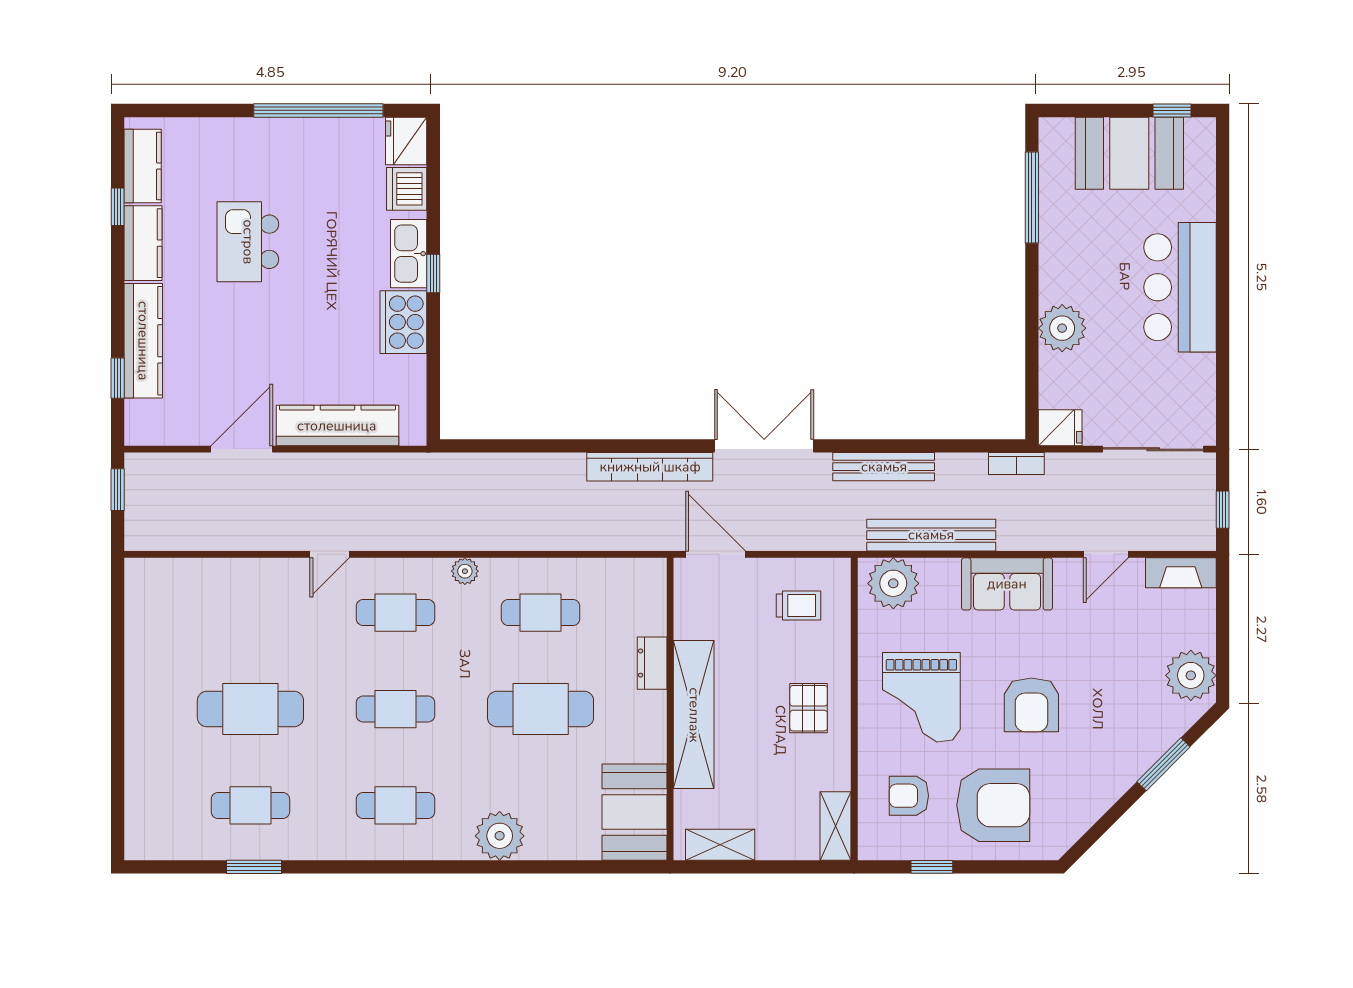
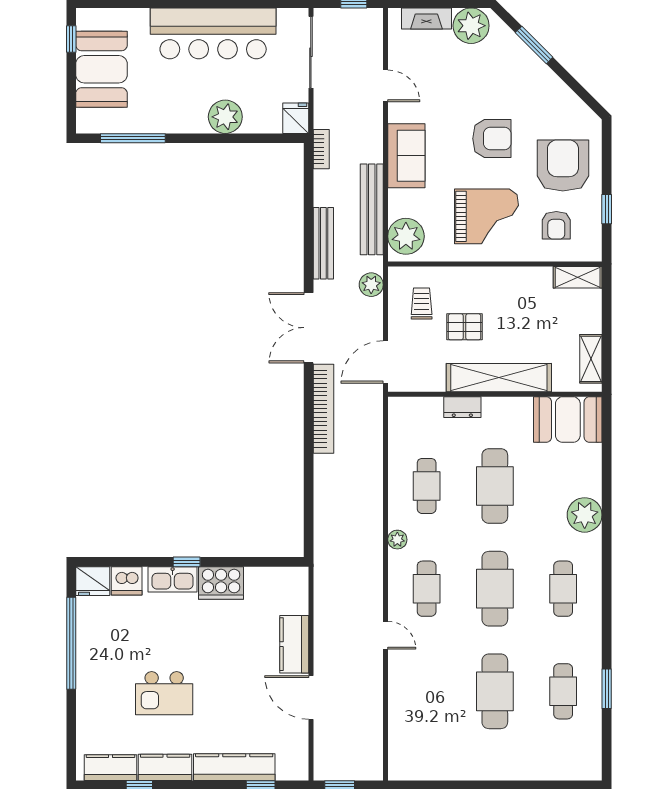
bar counter: (1180, 287) -> (213, 33), width x1.36
kitchen counter: (337, 426) -> (294, 644), width x0.67
plant: (825, 534) -> (371, 285), added
fireplace: (1181, 573) -> (426, 19), moved, turned 90
pallet: (809, 708) -> (464, 327), moved
cafe table: (395, 709) -> (495, 589), width x1.37, depth x1.35

